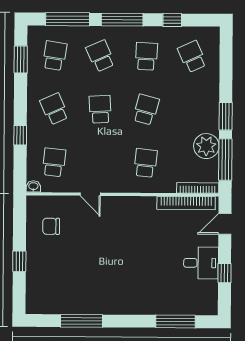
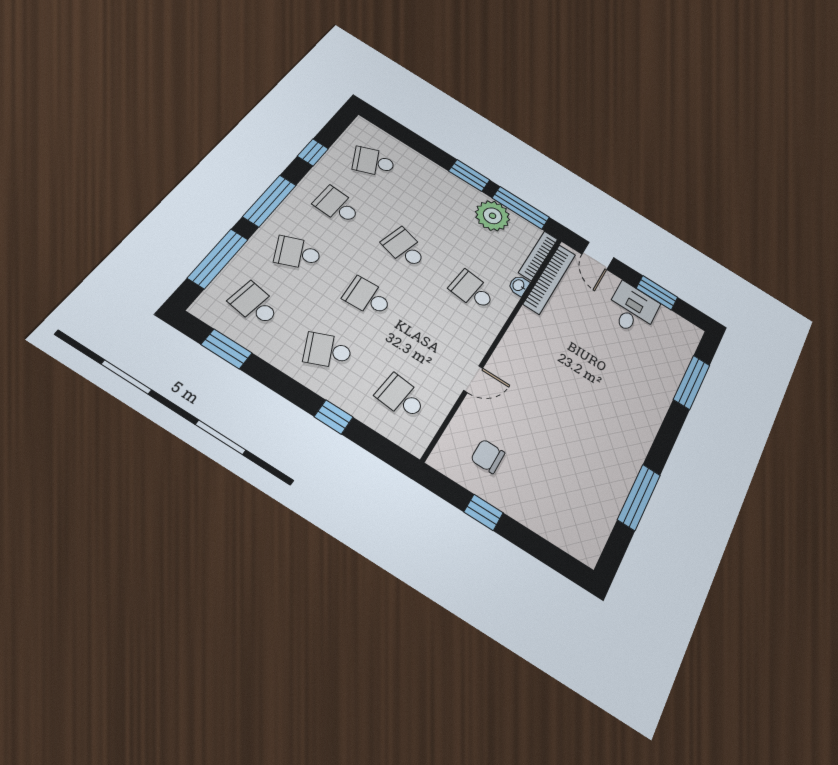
washbasin: (33, 186) -> (519, 285), moved
chair: (51, 226) -> (488, 456), turned 90
window: (19, 261) -> (484, 512), moved
window: (225, 273) -> (657, 293), width x1.50

